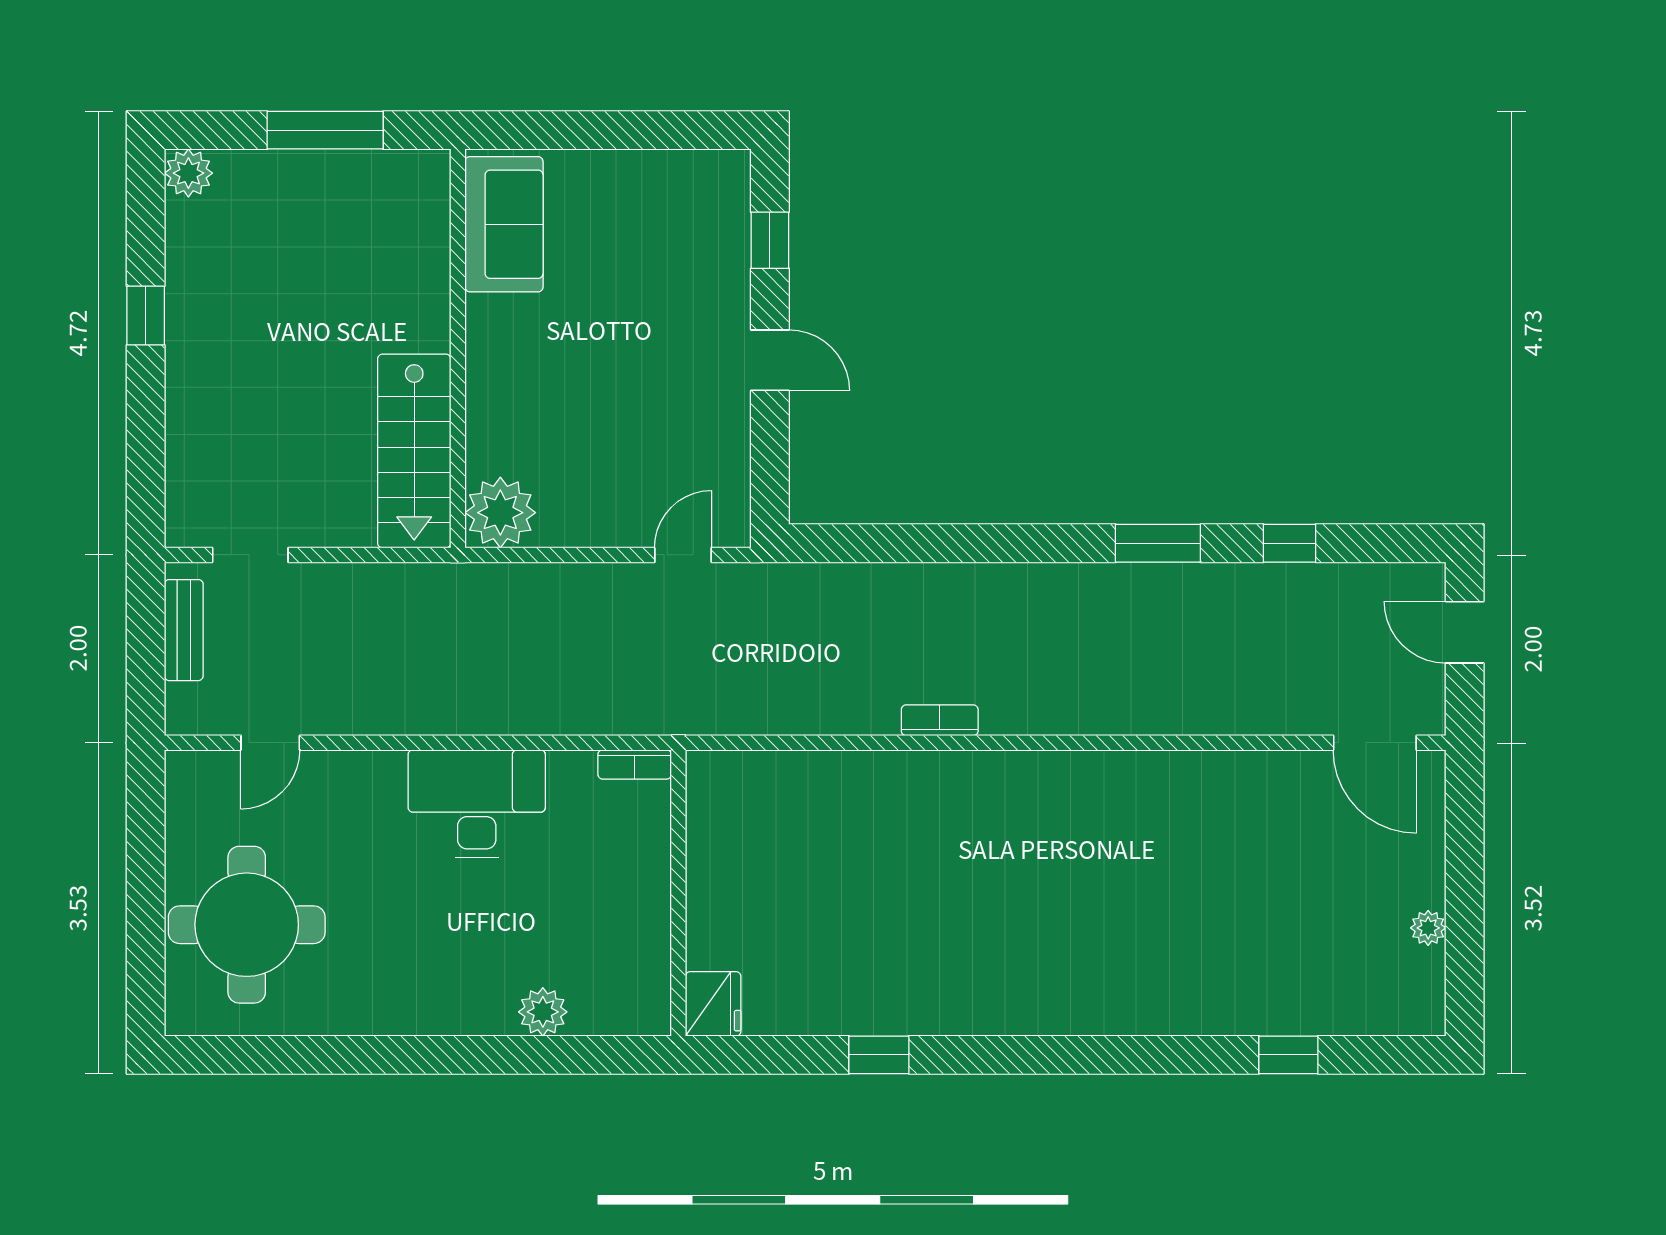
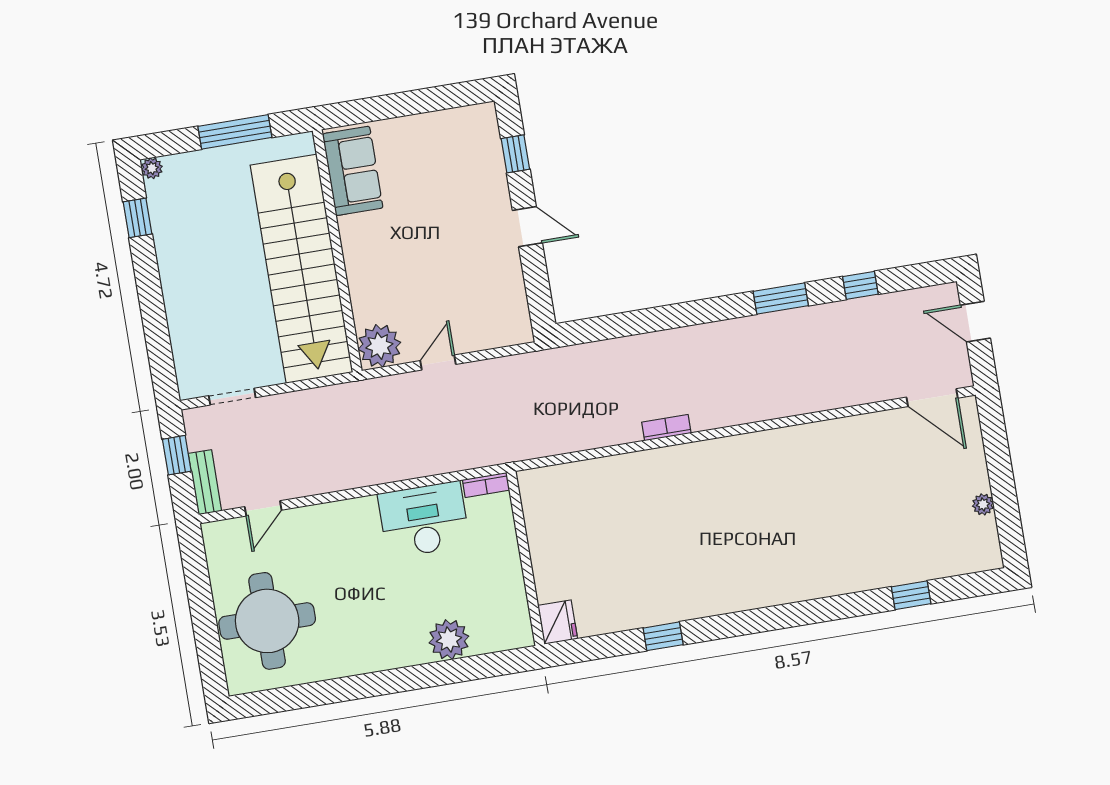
plant: (188, 173) -> (152, 168), width x0.73, depth x0.73
window: (146, 316) -> (138, 218), moved
stairs: (414, 451) -> (302, 269), width x1.86, depth x1.51
door: (683, 555) -> (438, 363), moved
bench: (184, 630) -> (205, 482), moved
window: (146, 634) -> (177, 455), added
desk: (477, 804) -> (424, 520), moved
plant: (543, 1012) -> (449, 640), width x1.36, depth x1.36

